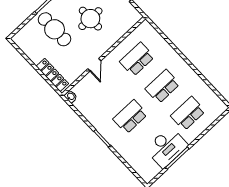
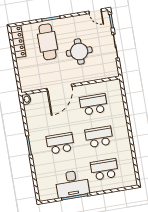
door: (94, 65) -> (59, 88), width x1.88
locker: (52, 75) -> (18, 41), moved

